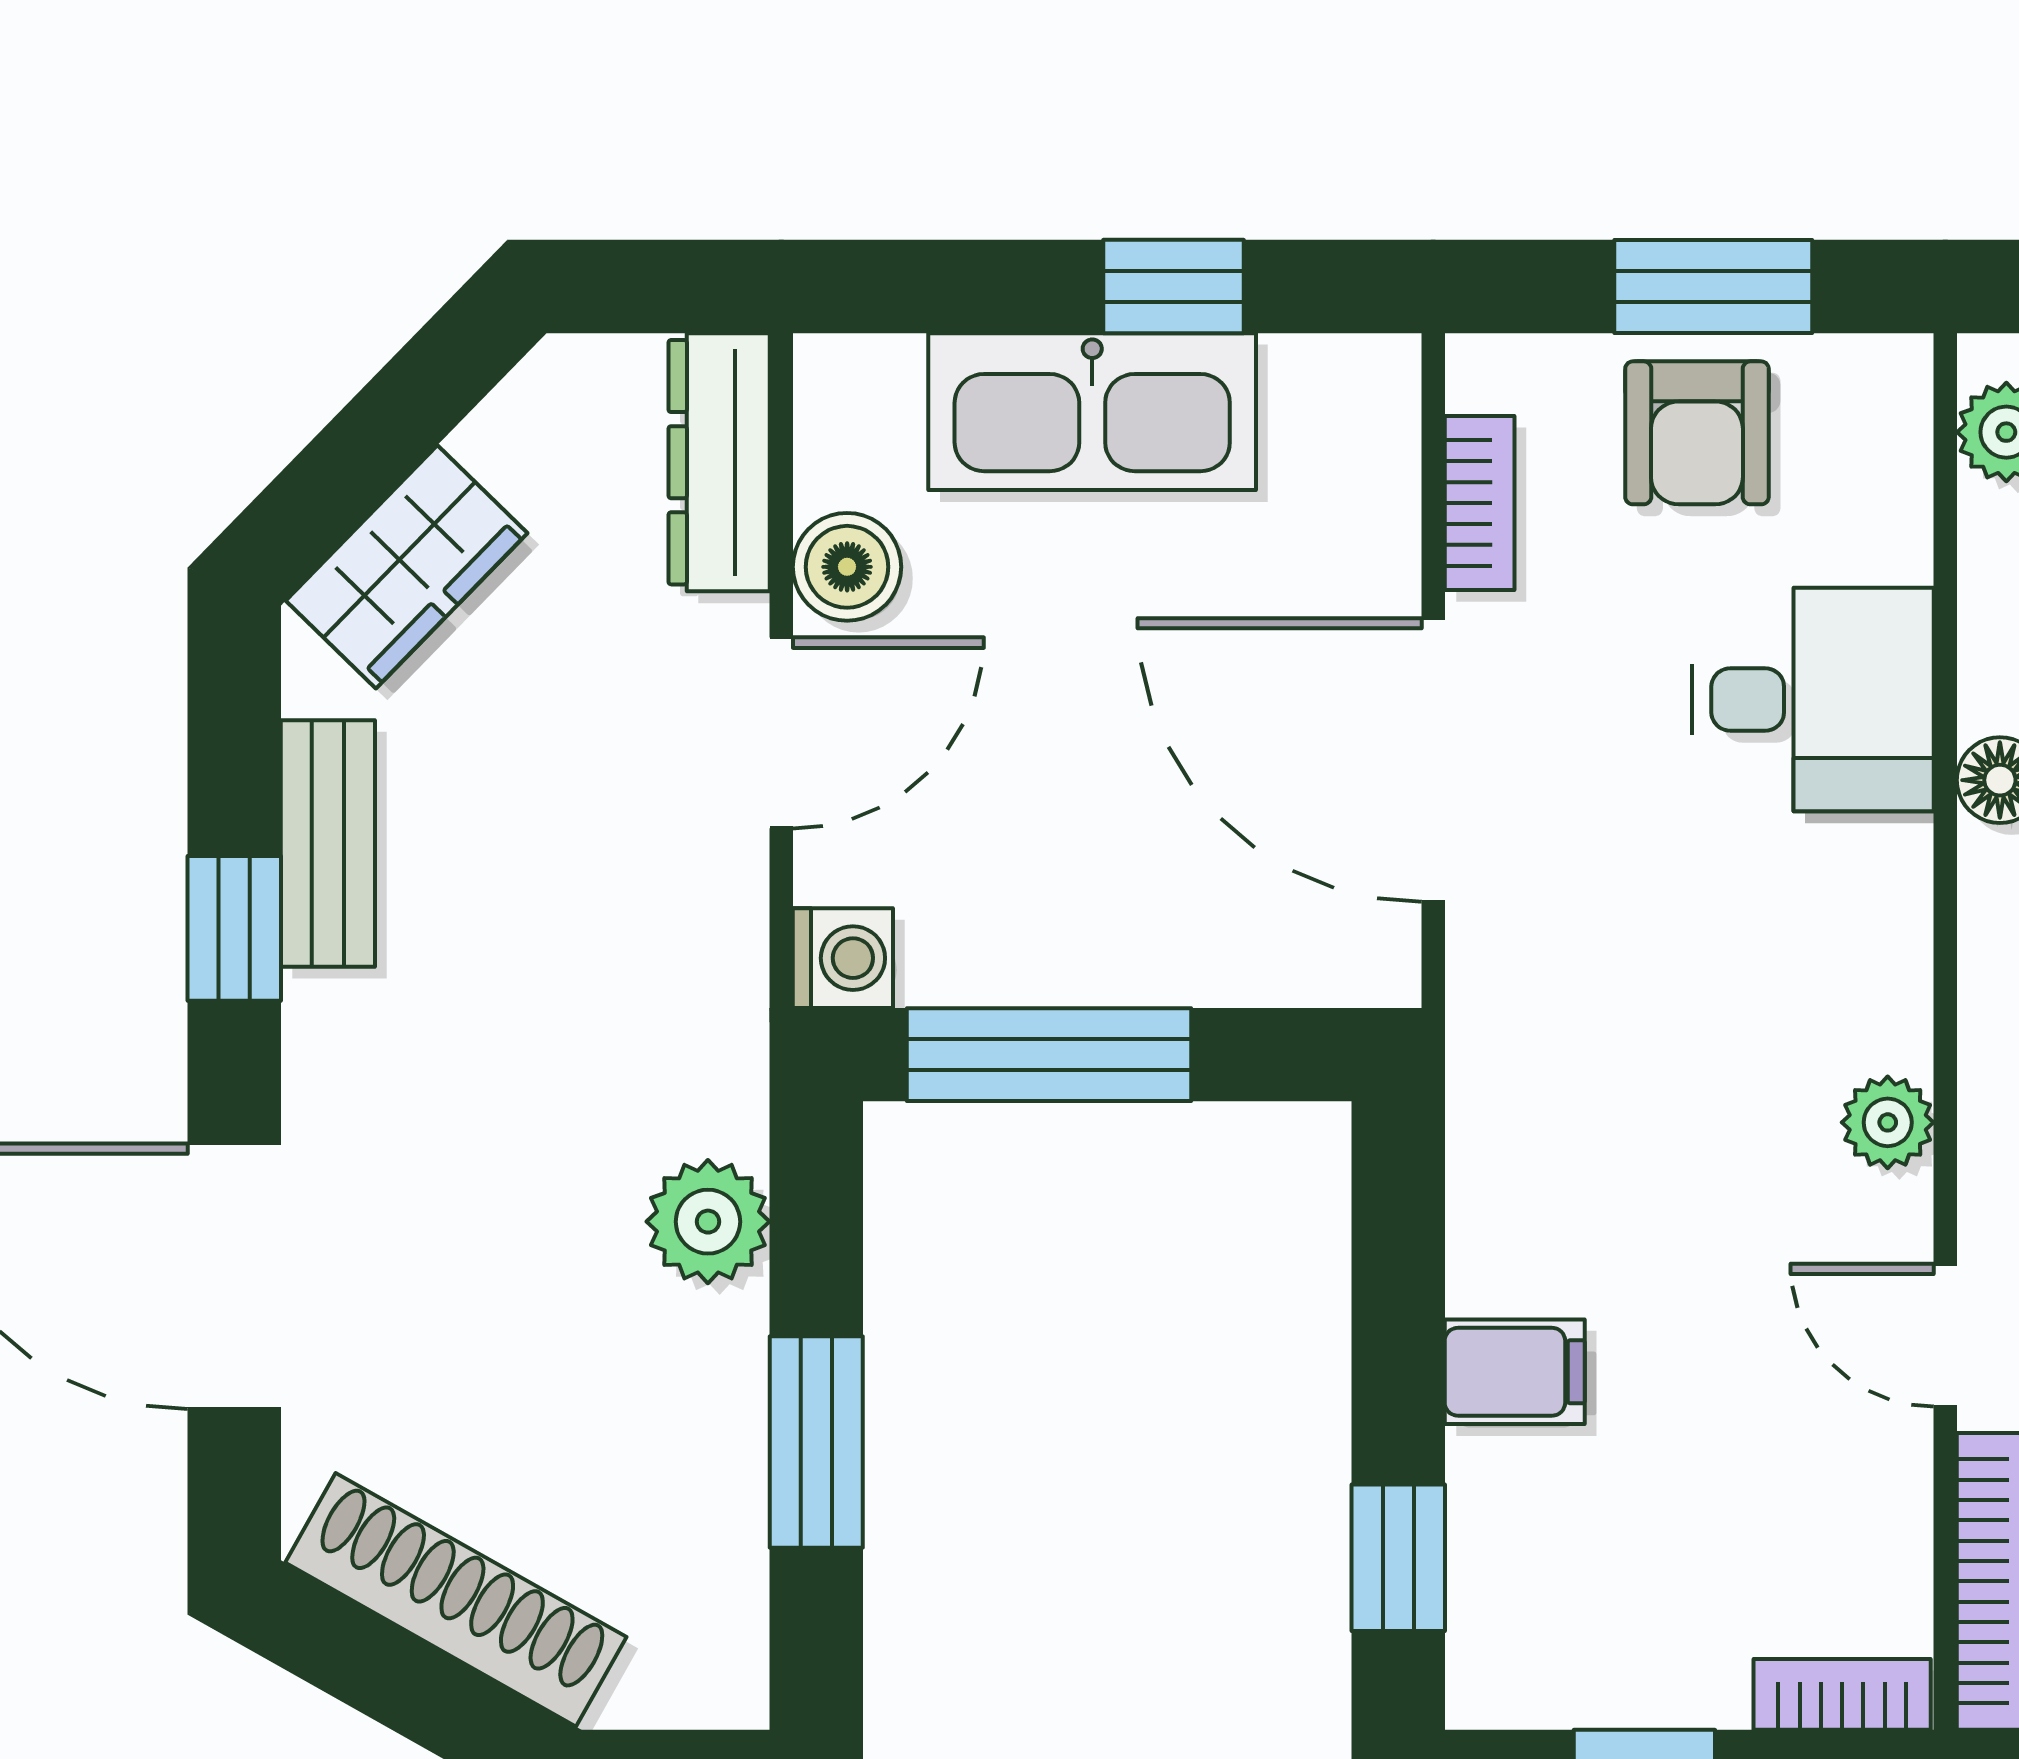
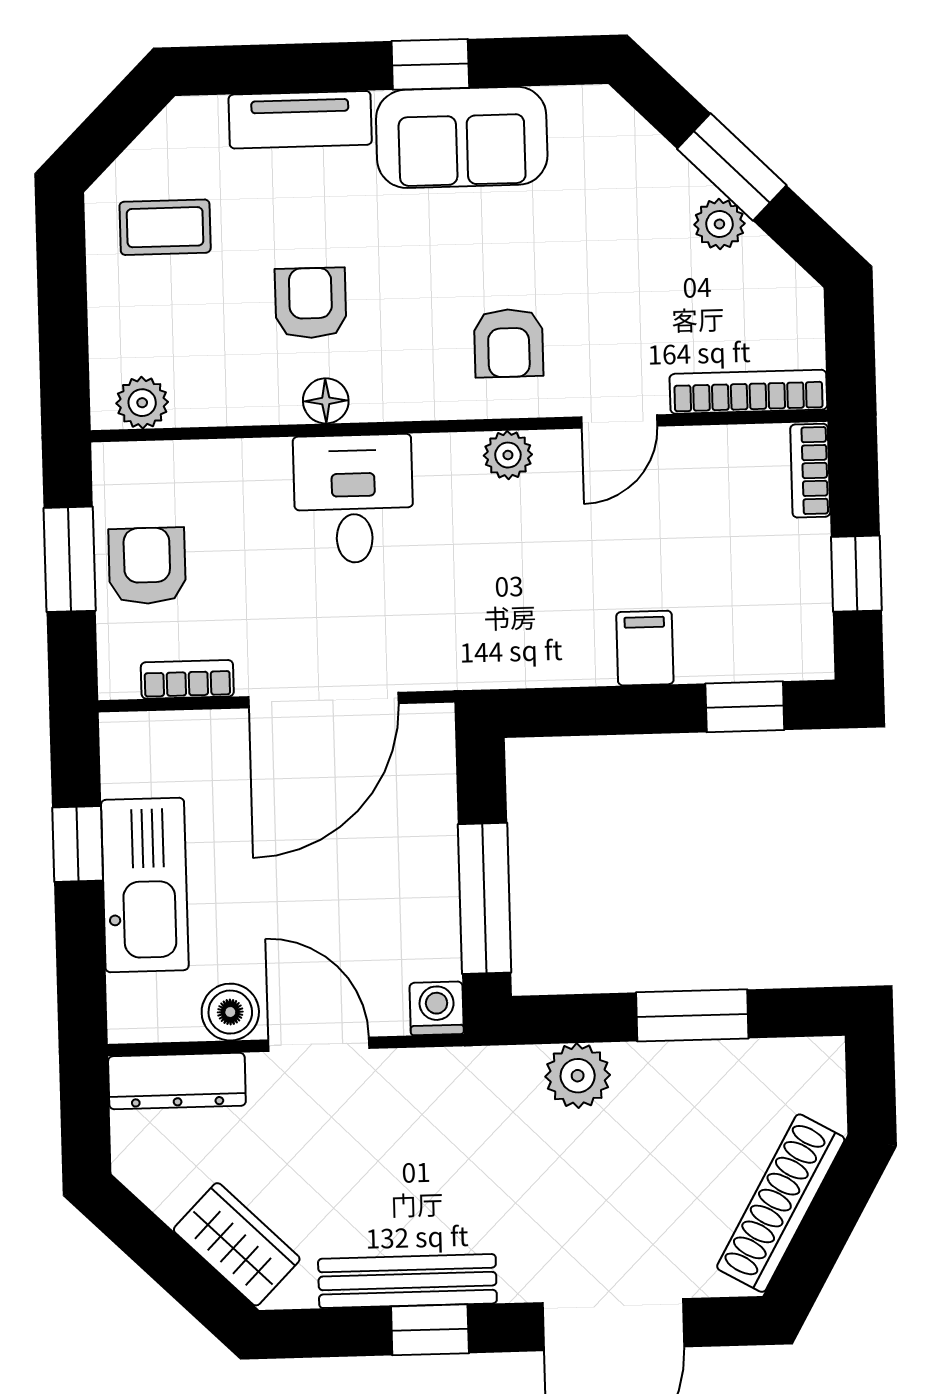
armchair: (1697, 433) -> (147, 566), turned -90
desk: (1813, 700) -> (354, 499), moved
bench: (328, 843) -> (407, 1281), width x1.36

